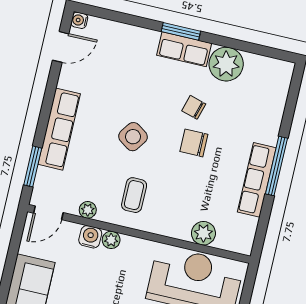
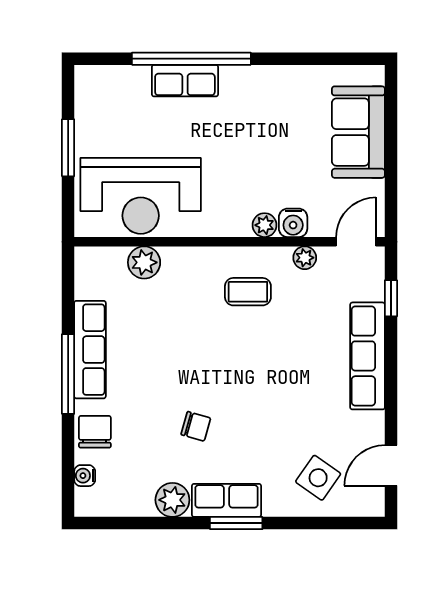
water cooler: (79, 20) -> (85, 476), moved, turned 180
plant: (226, 64) -> (172, 500), width x0.73, depth x0.73
side table: (133, 137) -> (318, 478), moved
chair: (194, 143) -> (95, 432), moved, turned -90
window: (33, 166) -> (391, 298), width x0.67
coffee table: (134, 195) -> (248, 292), turned 90

